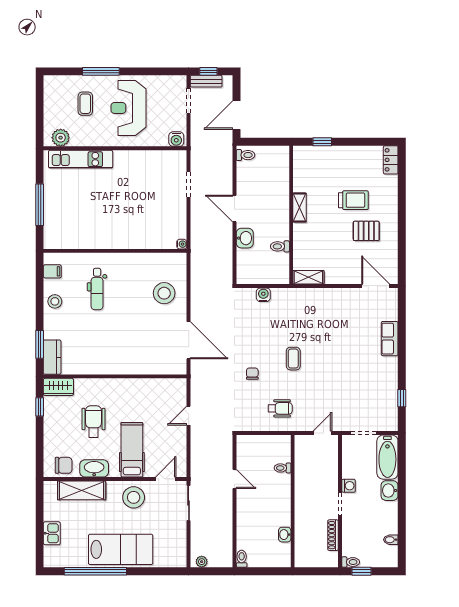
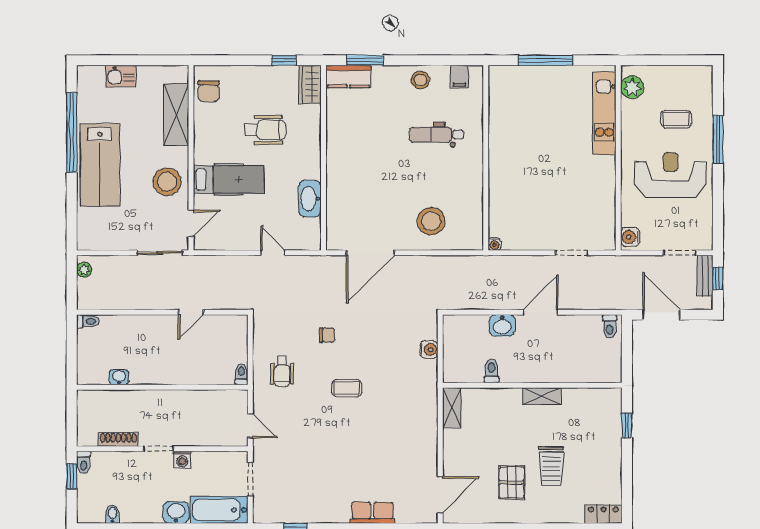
washbasin: (94, 468) -> (310, 199), moved, turned 180
toilet: (283, 468) -> (241, 374), moved
door: (166, 479) -> (191, 223), hinge flipped

